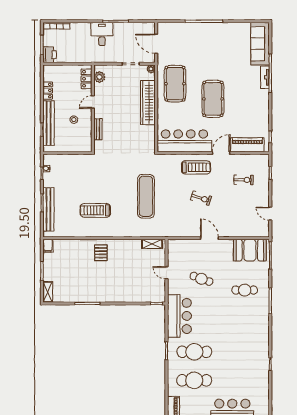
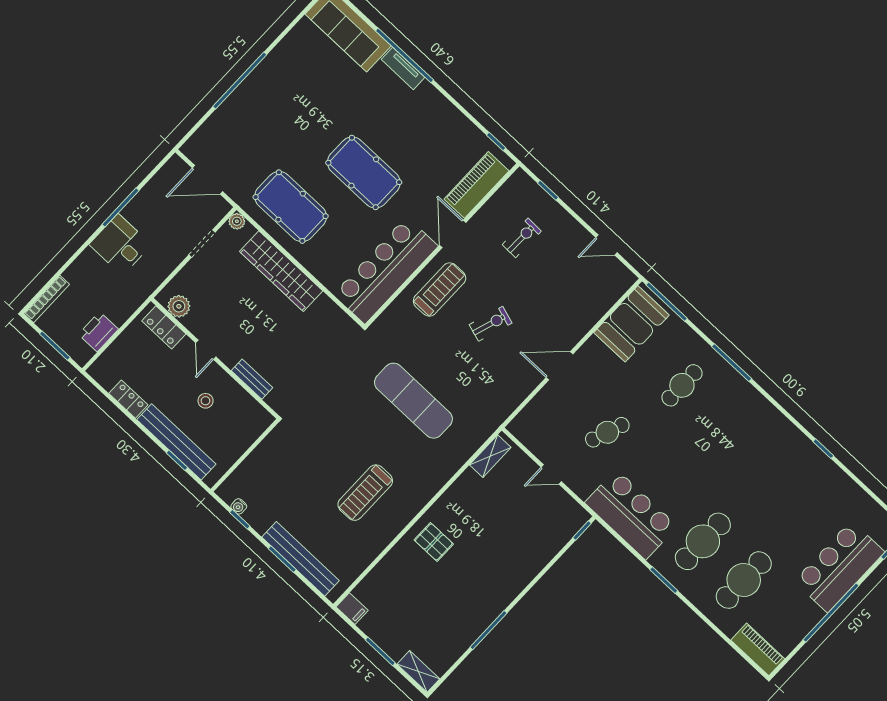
printer: (50, 55) -> (98, 332), moved, turned -90

